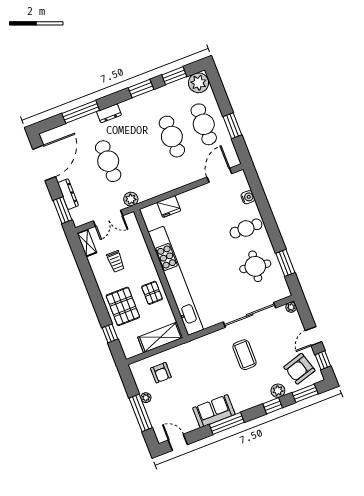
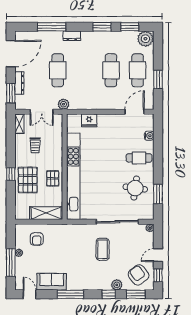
window: (110, 333) -> (11, 174), moved
armchair: (299, 369) -> (139, 275), turned 70
sofa: (214, 411) -> (52, 282), moved

